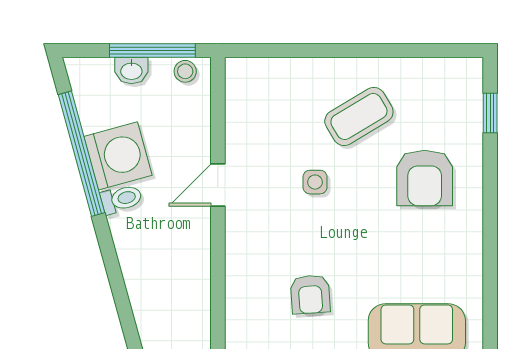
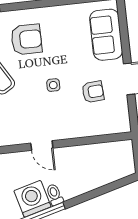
side table: (315, 182) -> (53, 85), moved

